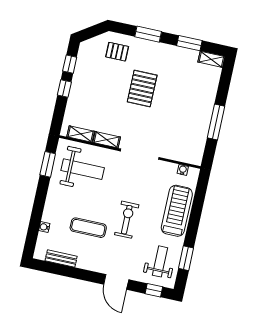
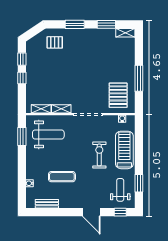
pallet: (142, 88) -> (118, 95), moved
exercise bike: (127, 220) -> (99, 155), moved

